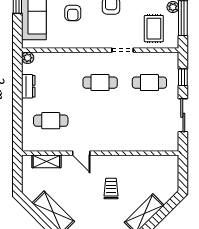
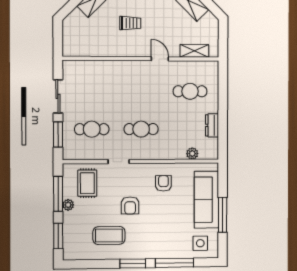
armchair: (73, 13) -> (163, 183), moved
plant: (28, 58) -> (192, 154), moved
window: (183, 77) -> (58, 134), width x1.50
trolley: (111, 189) -> (130, 23), turned -90

